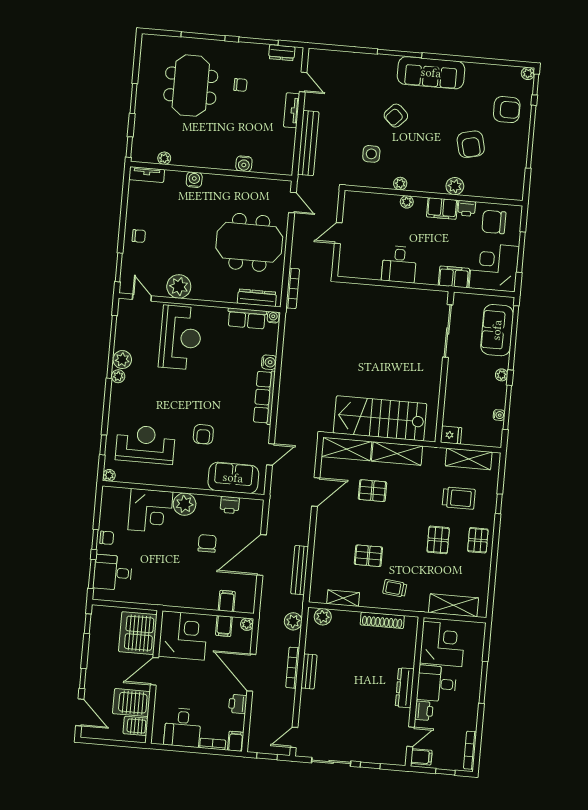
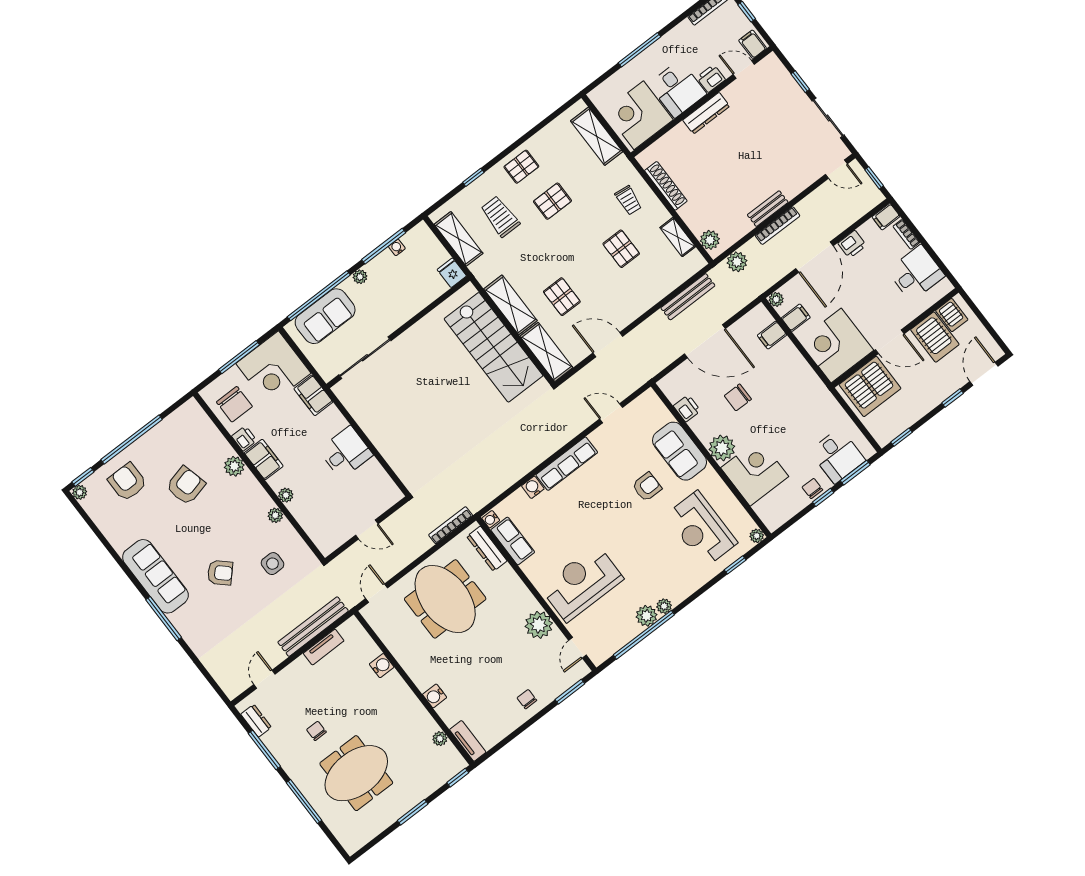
tv unit: (292, 110) -> (324, 647), moved
sofa: (233, 478) -> (680, 451), moved

